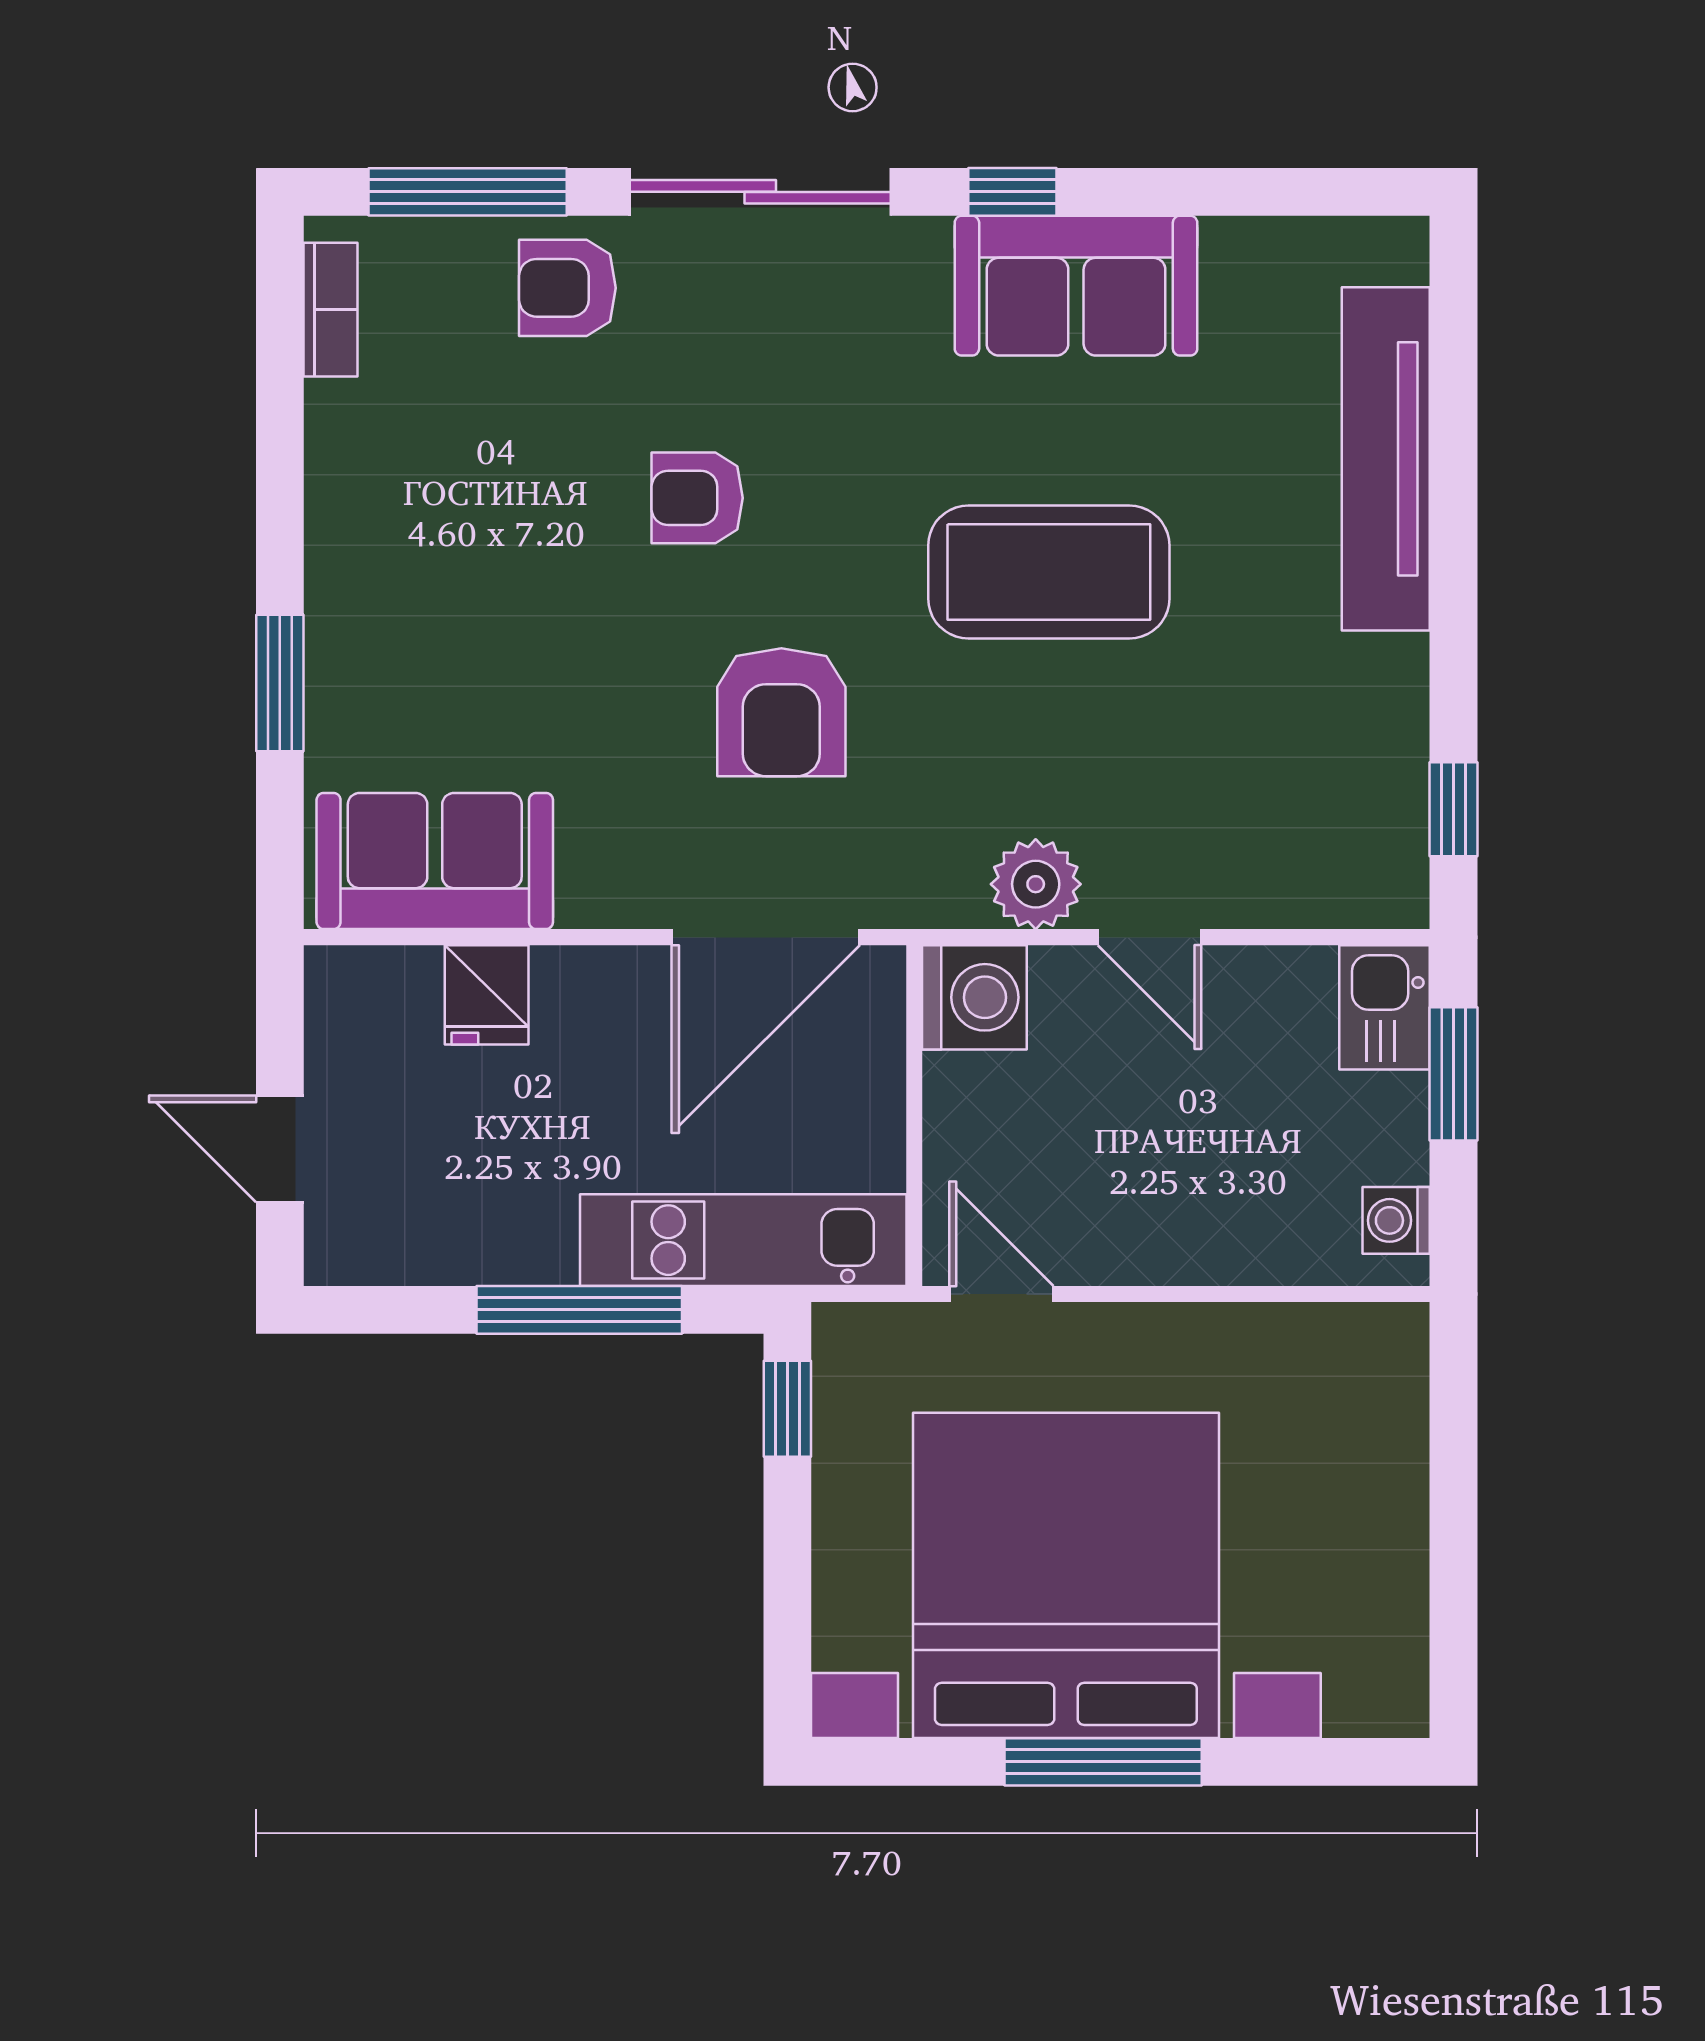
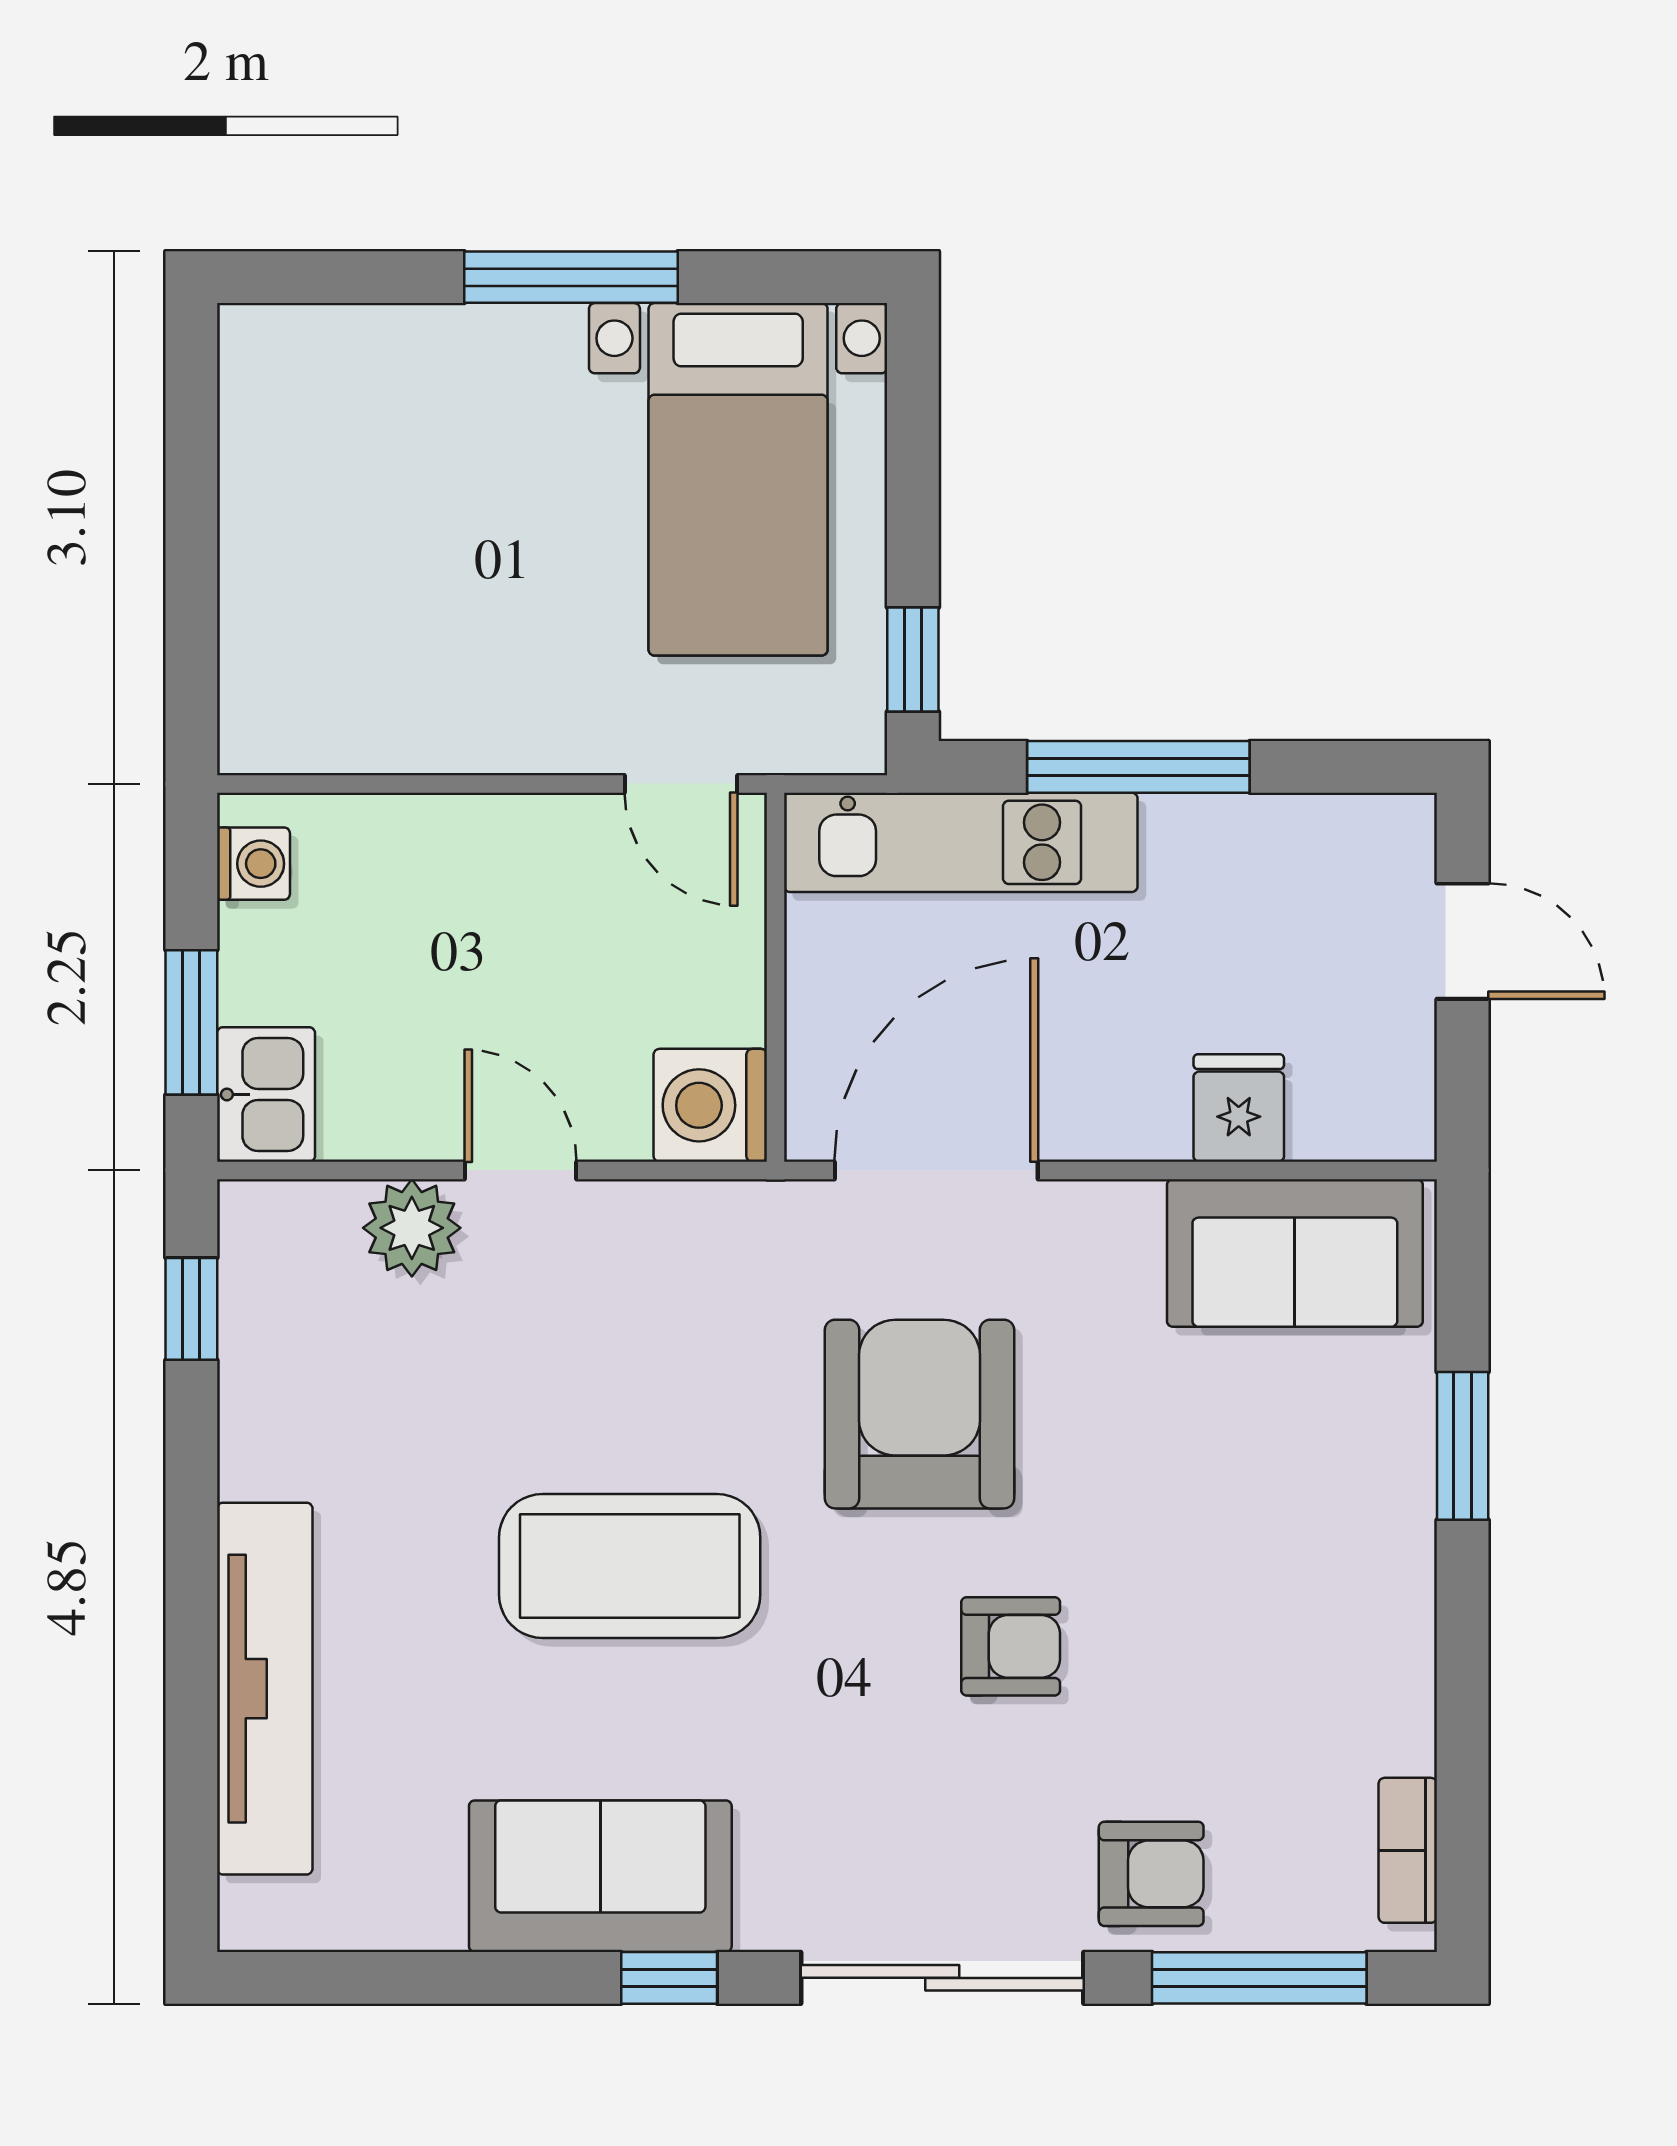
armchair: (781, 712) -> (919, 1414), width x1.36, depth x1.36
plant: (1036, 884) -> (412, 1228), moved
bed with nightstands: (1066, 1575) -> (738, 479), width x0.54

